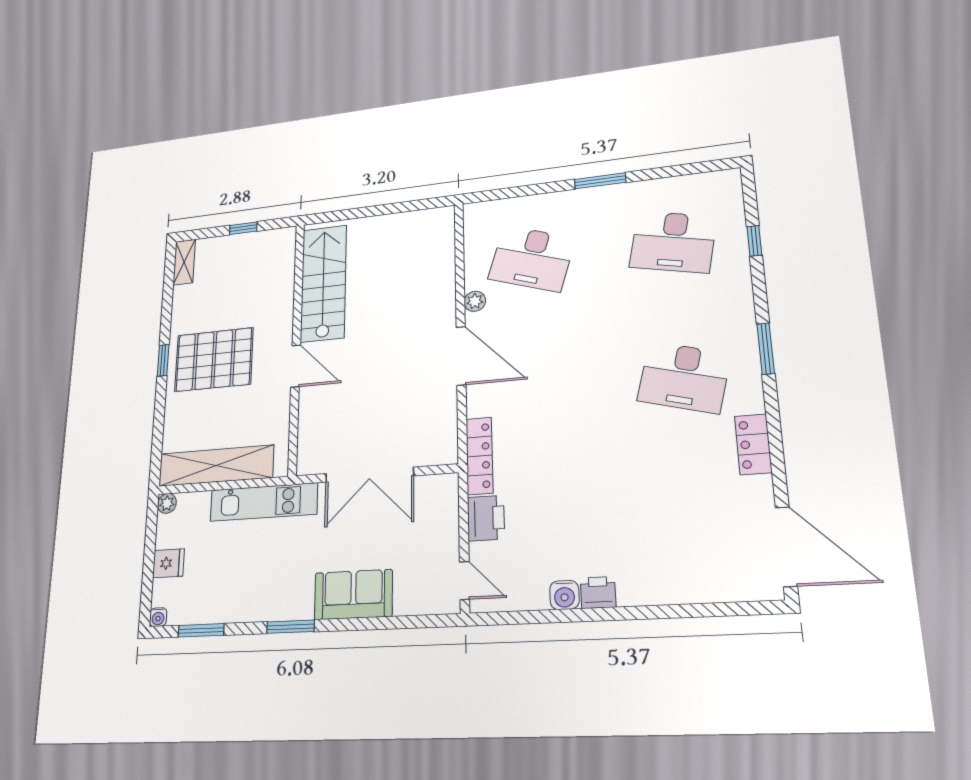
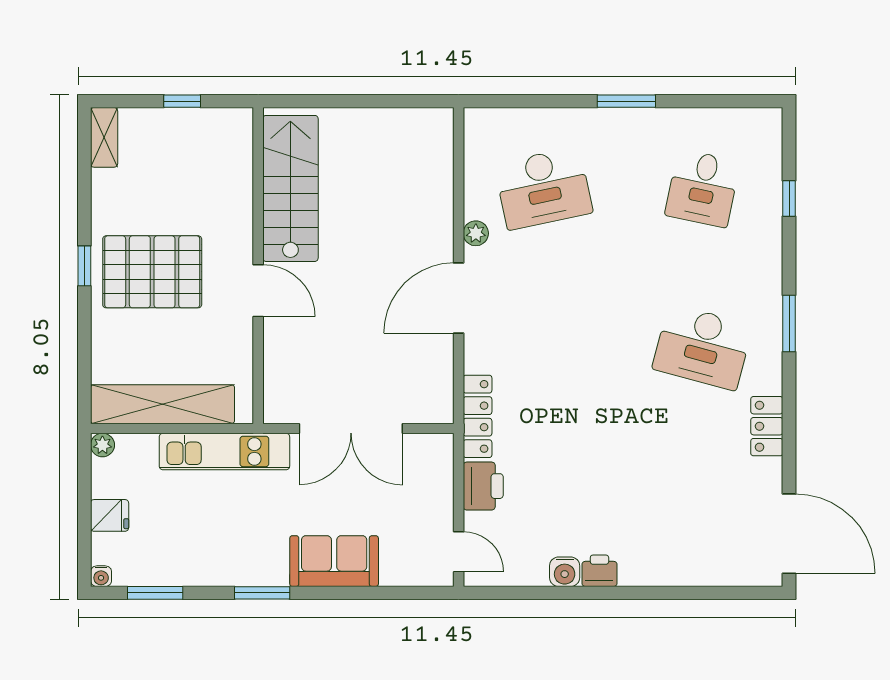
desk: (673, 242) -> (703, 188), width x0.73
desk: (532, 258) -> (543, 188), turned -30
door: (461, 356) -> (459, 298), swing flipped

